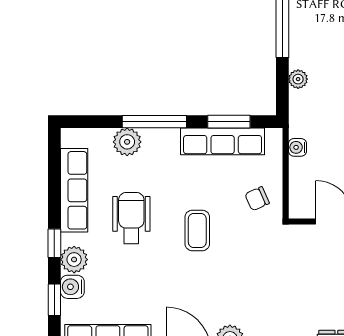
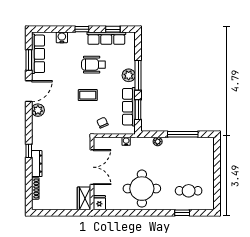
plant: (127, 142) -> (129, 75), moved
wheelchair: (131, 218) -> (94, 65), turned 180
plant: (74, 260) -> (74, 38), removed
window: (54, 300) -> (113, 29), moved

